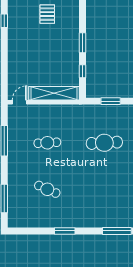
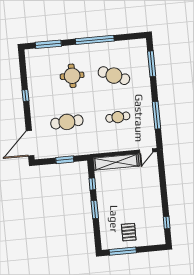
cafe table: (47, 189) -> (114, 76), width x1.37, depth x1.35
round table: (94, 193) -> (72, 76), added
window: (65, 231) -> (95, 40), width x2.11

